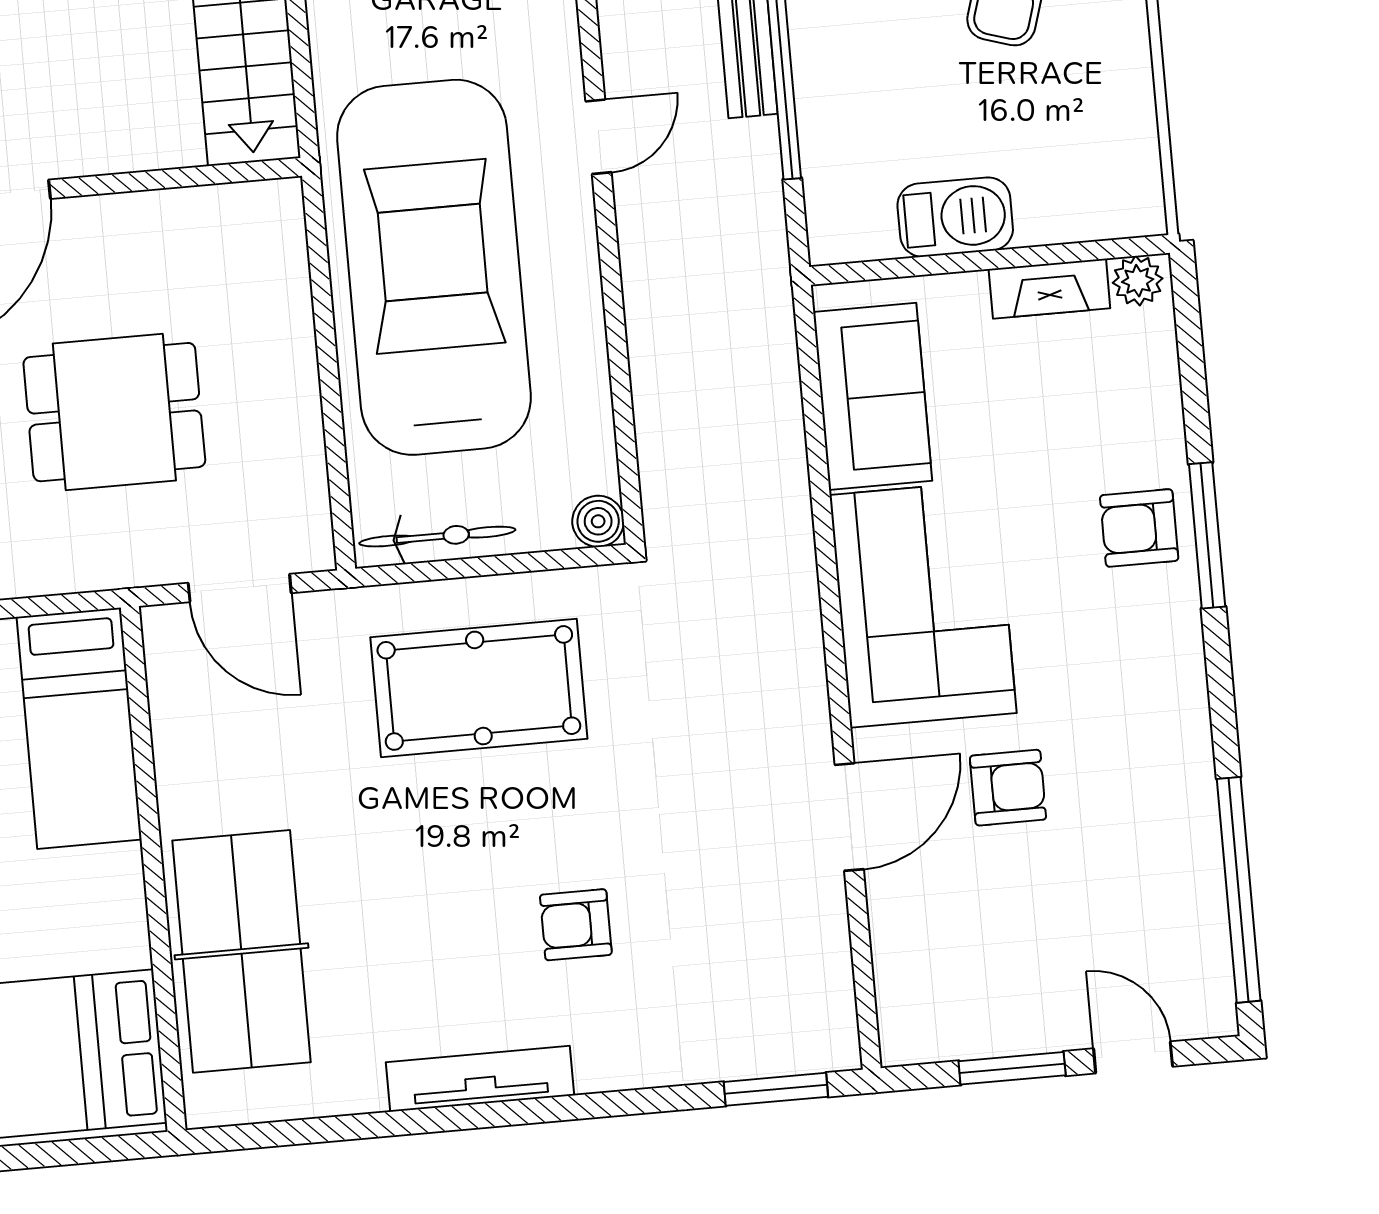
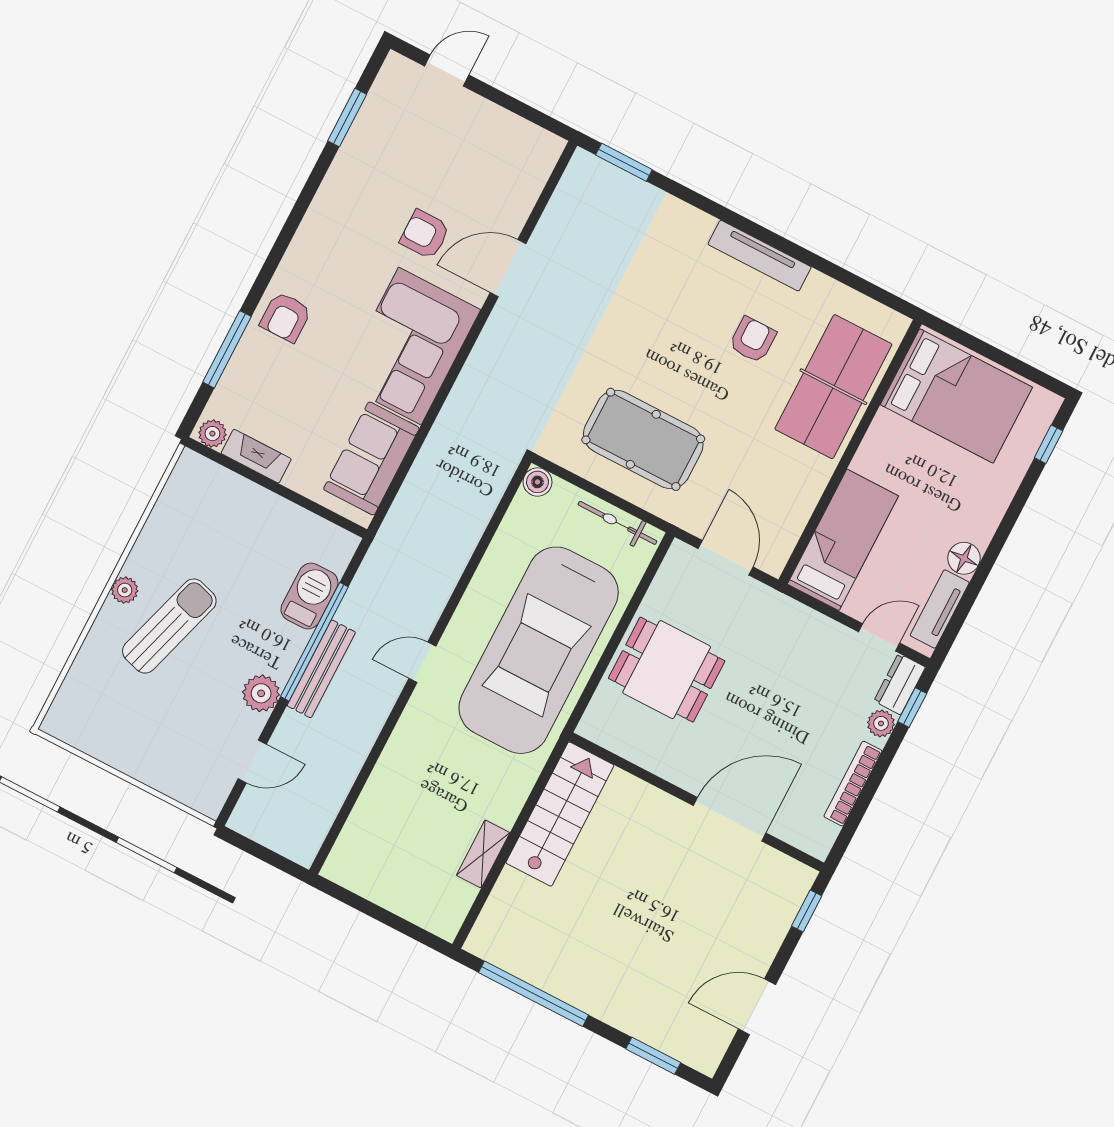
barbecue: (955, 217) -> (309, 596), moved, turned 90
dining table: (114, 412) -> (667, 670), moved
armchair: (1139, 528) -> (286, 317), turned 90
window: (1207, 535) -> (227, 349), moved
window: (1239, 890) -> (347, 118), width x0.47
armchair: (576, 925) -> (753, 340), moved, turned -90
door: (1133, 1057) -> (447, 70), swing flipped
window: (1012, 1068) -> (507, 102), removed

